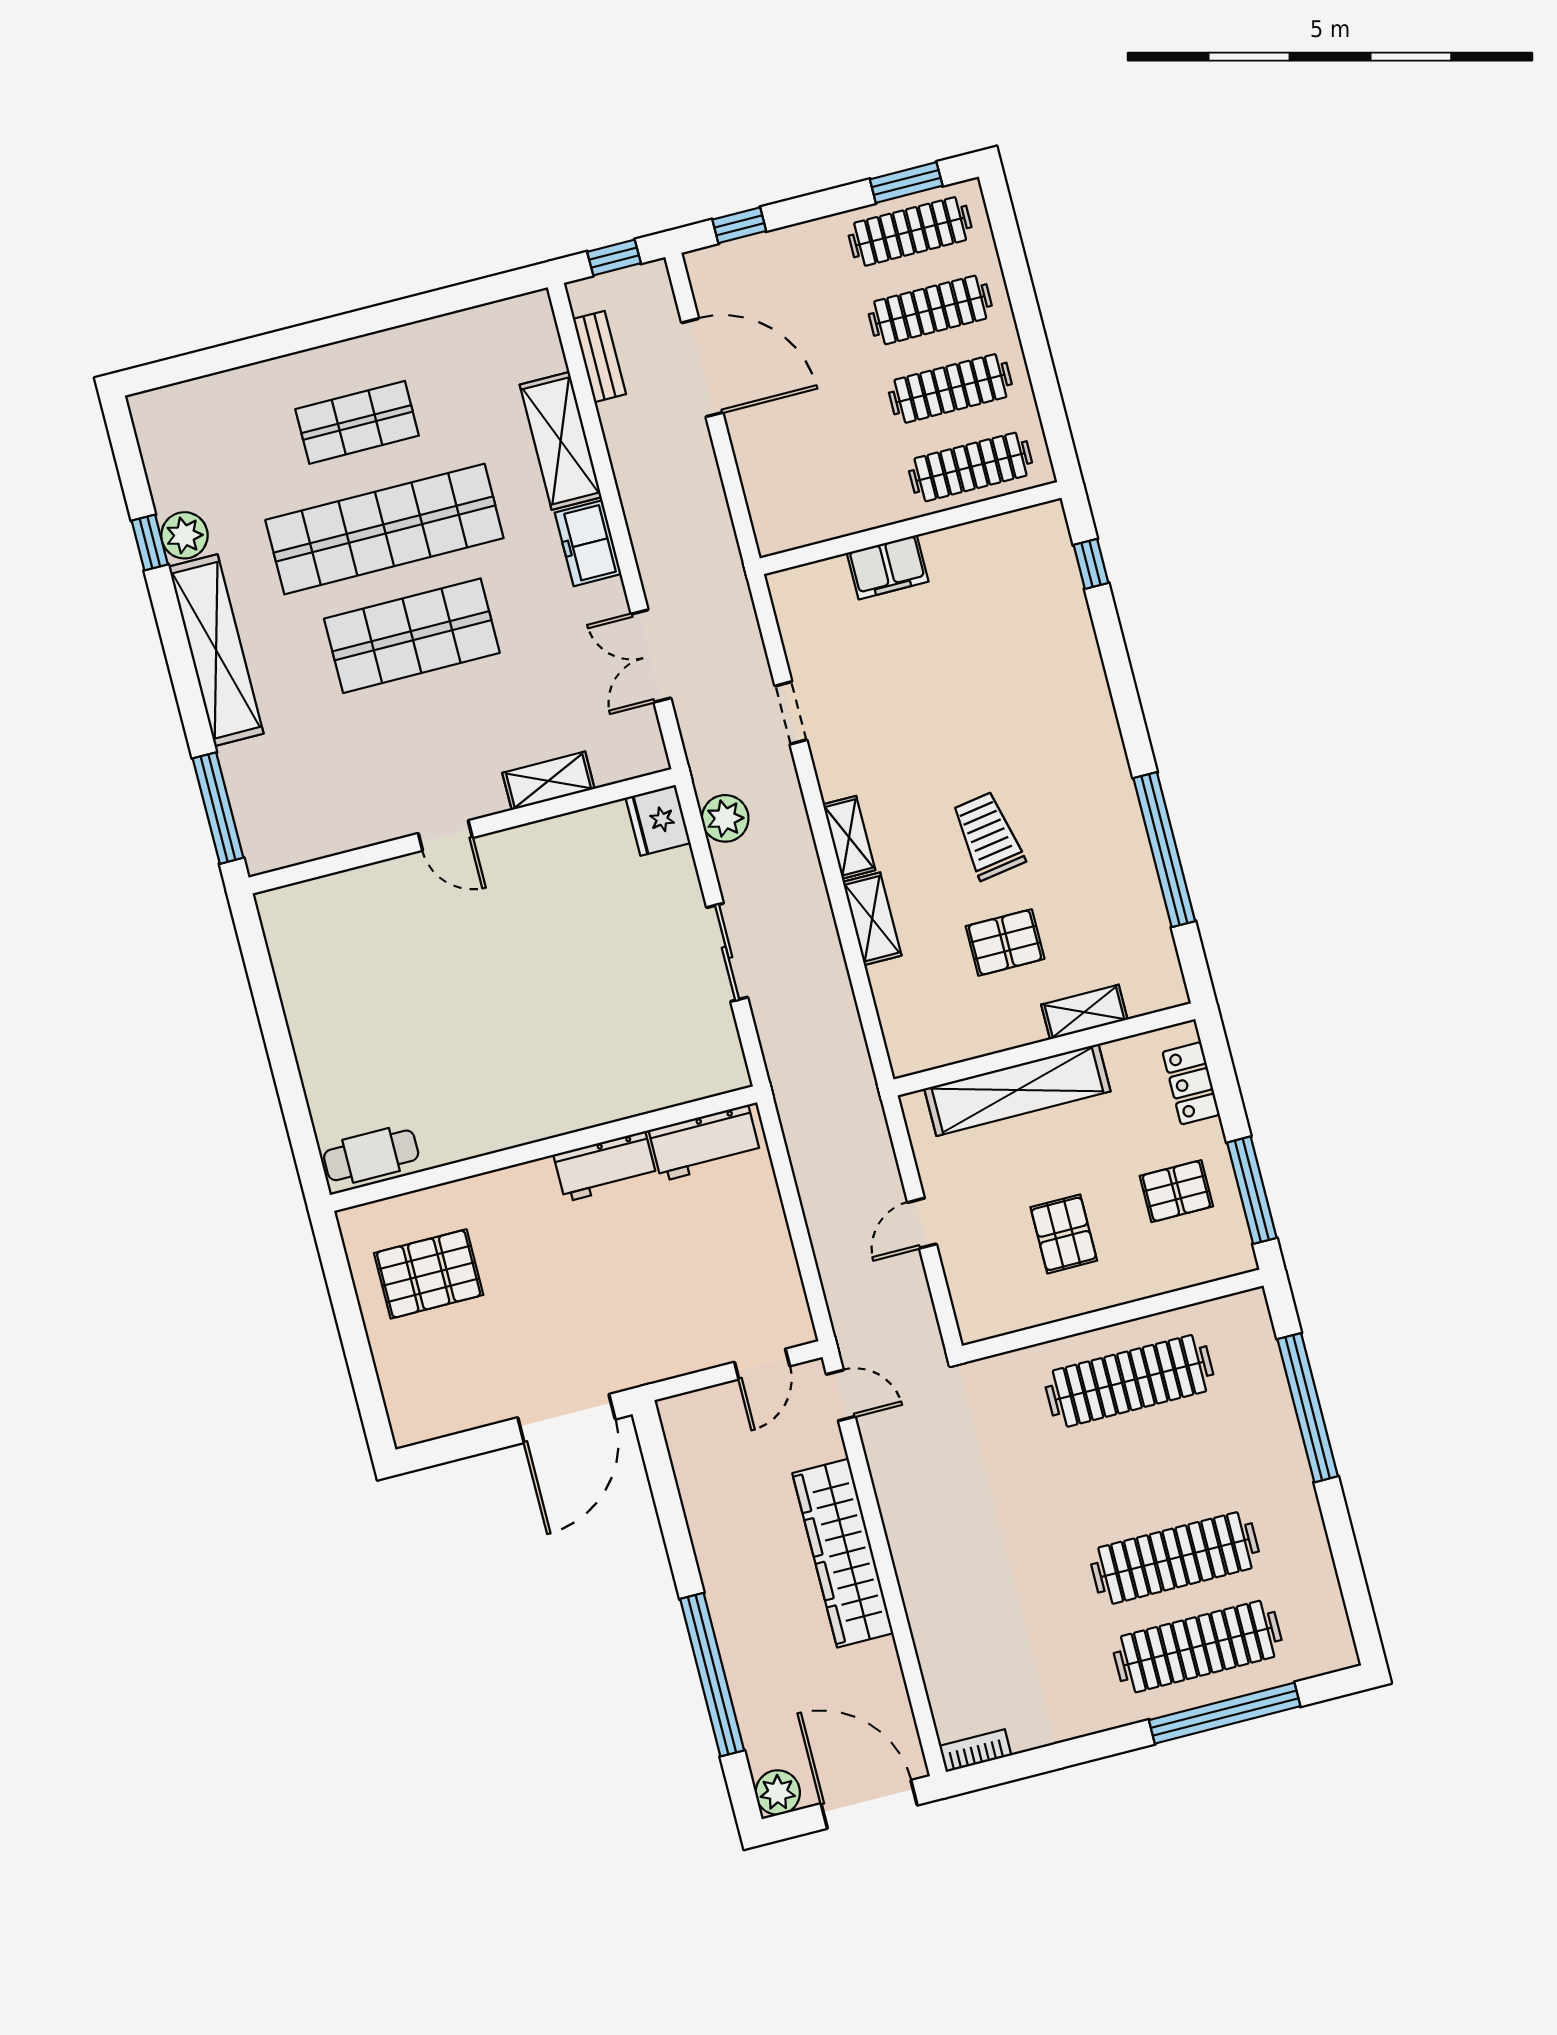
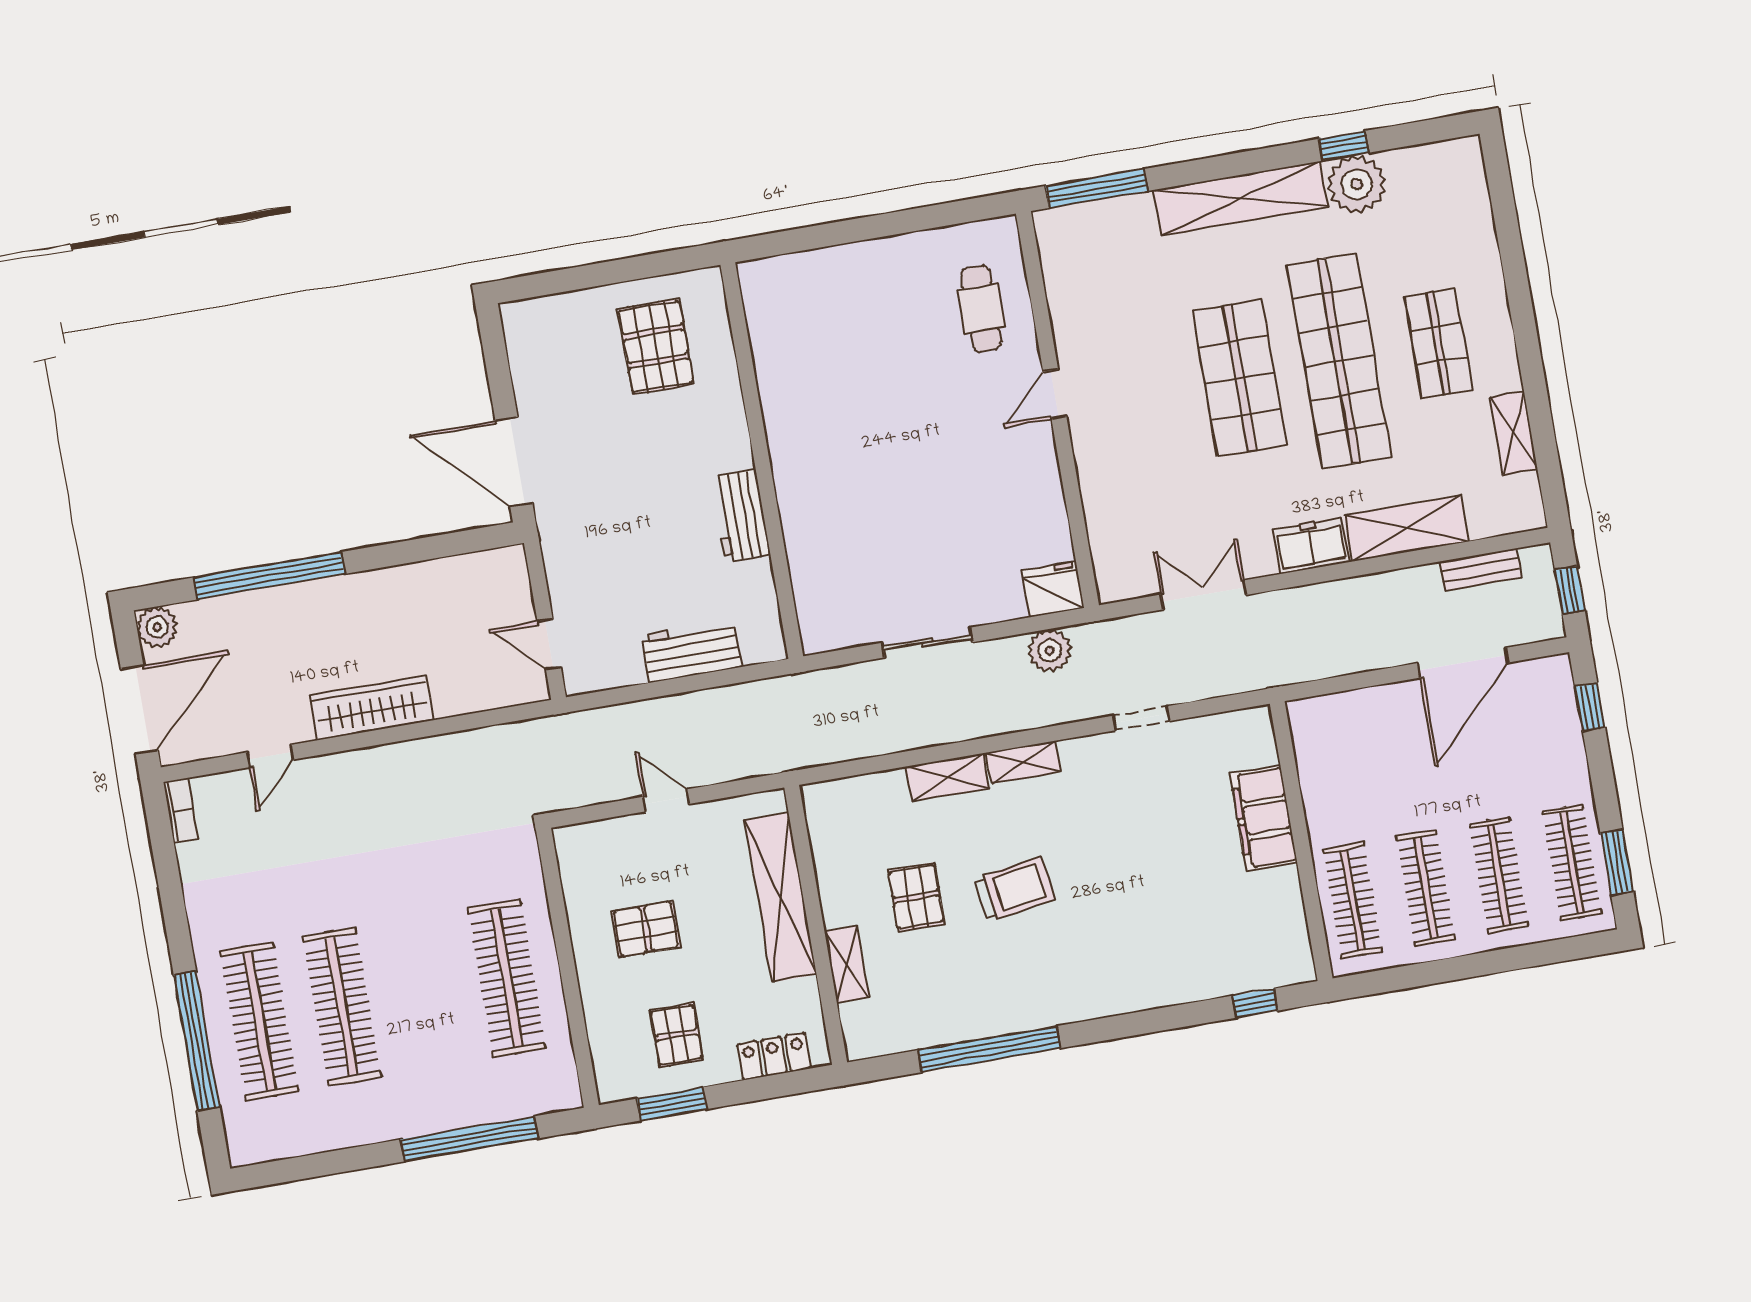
plant: (184, 535) -> (1357, 184), width x1.36, depth x1.36
filing cabinet: (888, 567) -> (1264, 818), width x1.50, depth x1.17
shelving: (548, 781) -> (1514, 433), moved
workbench: (705, 1143) -> (692, 651), moved, turned 90
cafe table: (371, 1155) -> (981, 309), moved
window: (1252, 1190) -> (672, 1104), width x0.69
door: (841, 1395) -> (270, 756), moved
wardrobe: (843, 1553) -> (371, 708), width x0.71, depth x0.85

